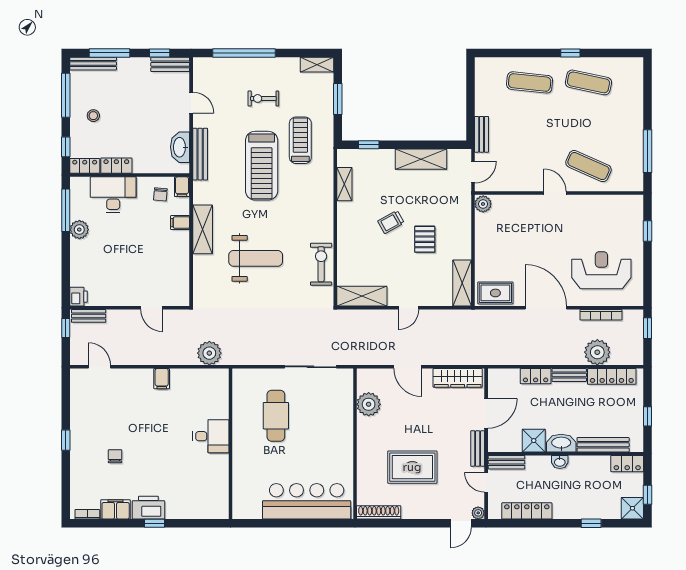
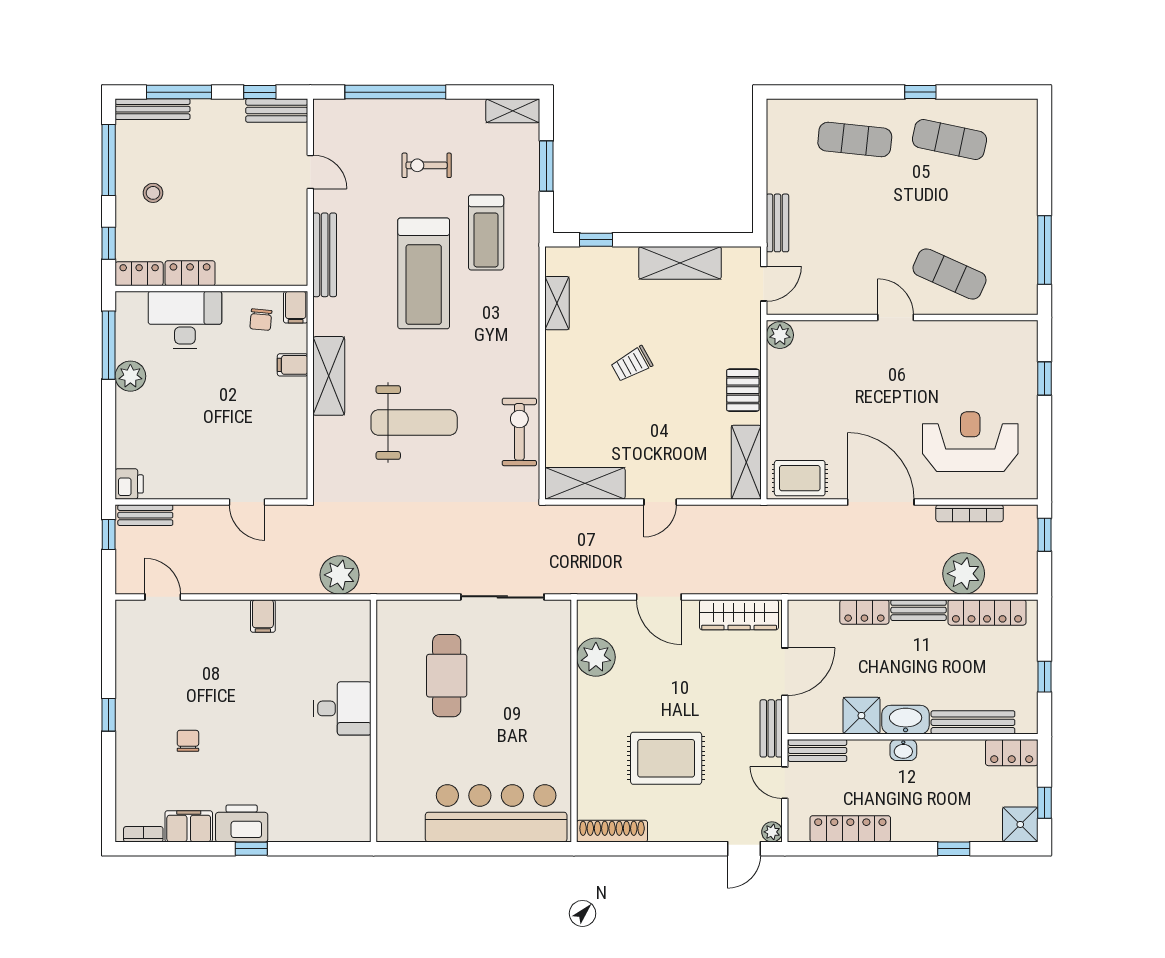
treadmill: (300, 140) -> (486, 232), turned 180
washbasin: (180, 147) -> (292, 244), removed
pallet: (425, 239) -> (743, 390), moved

